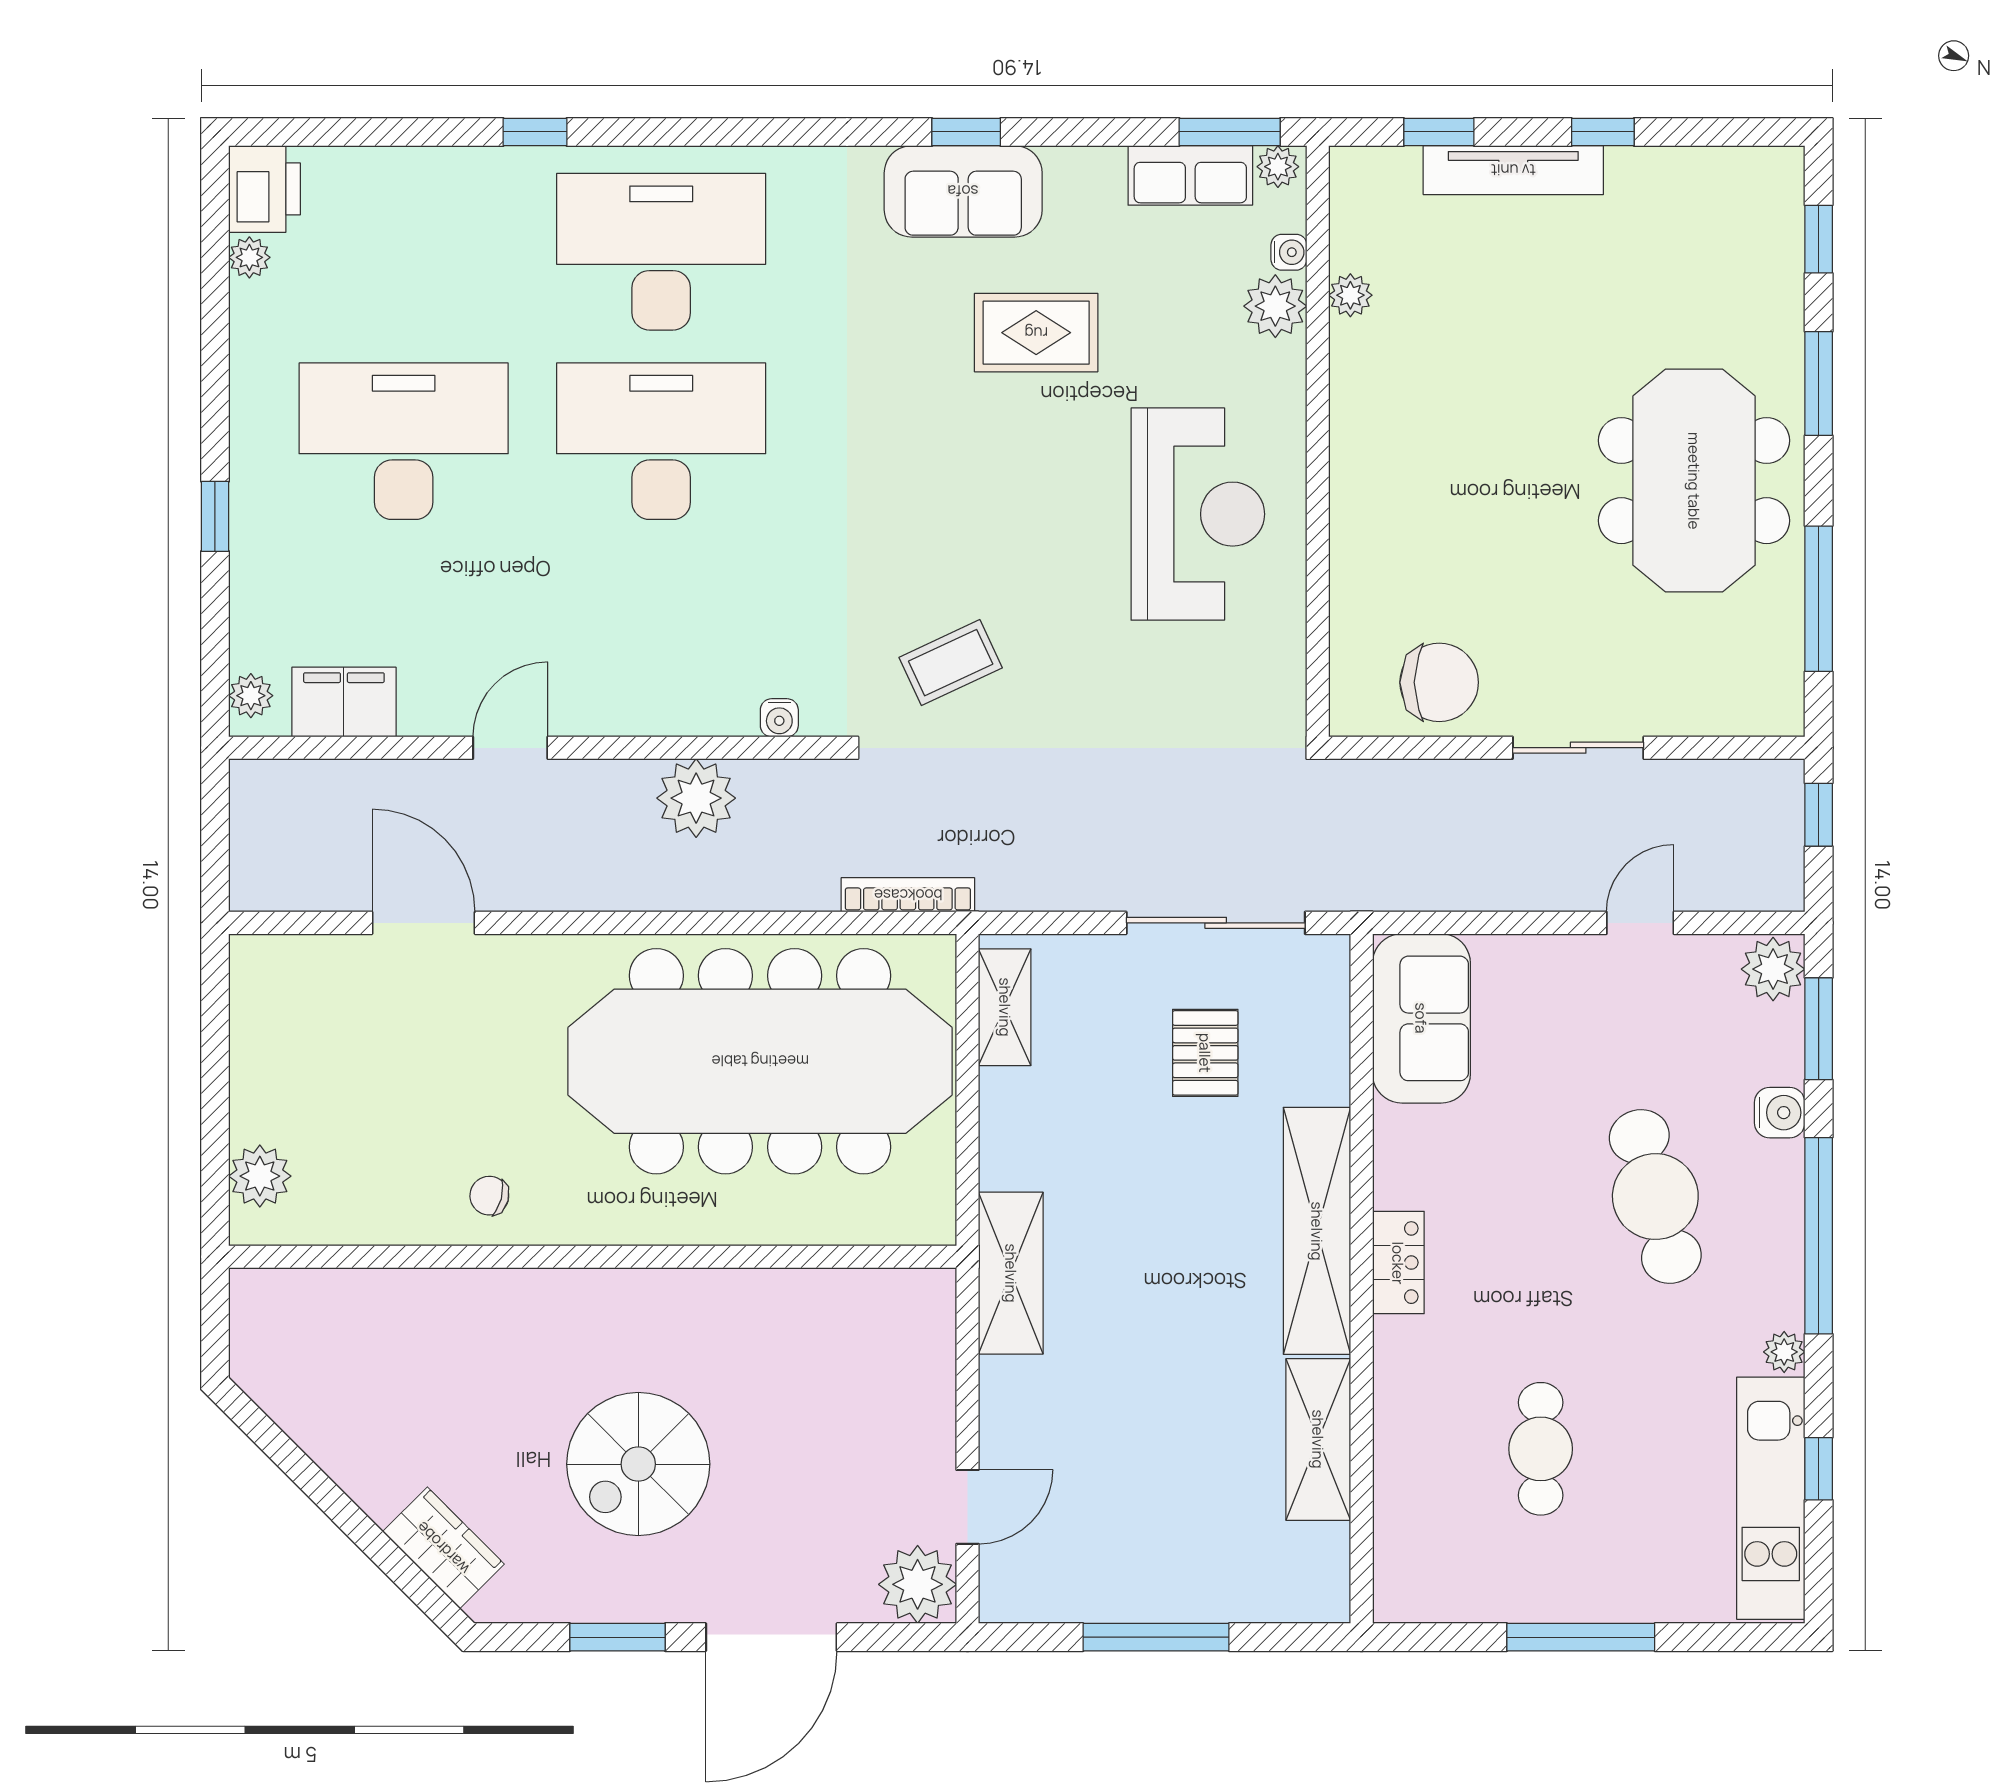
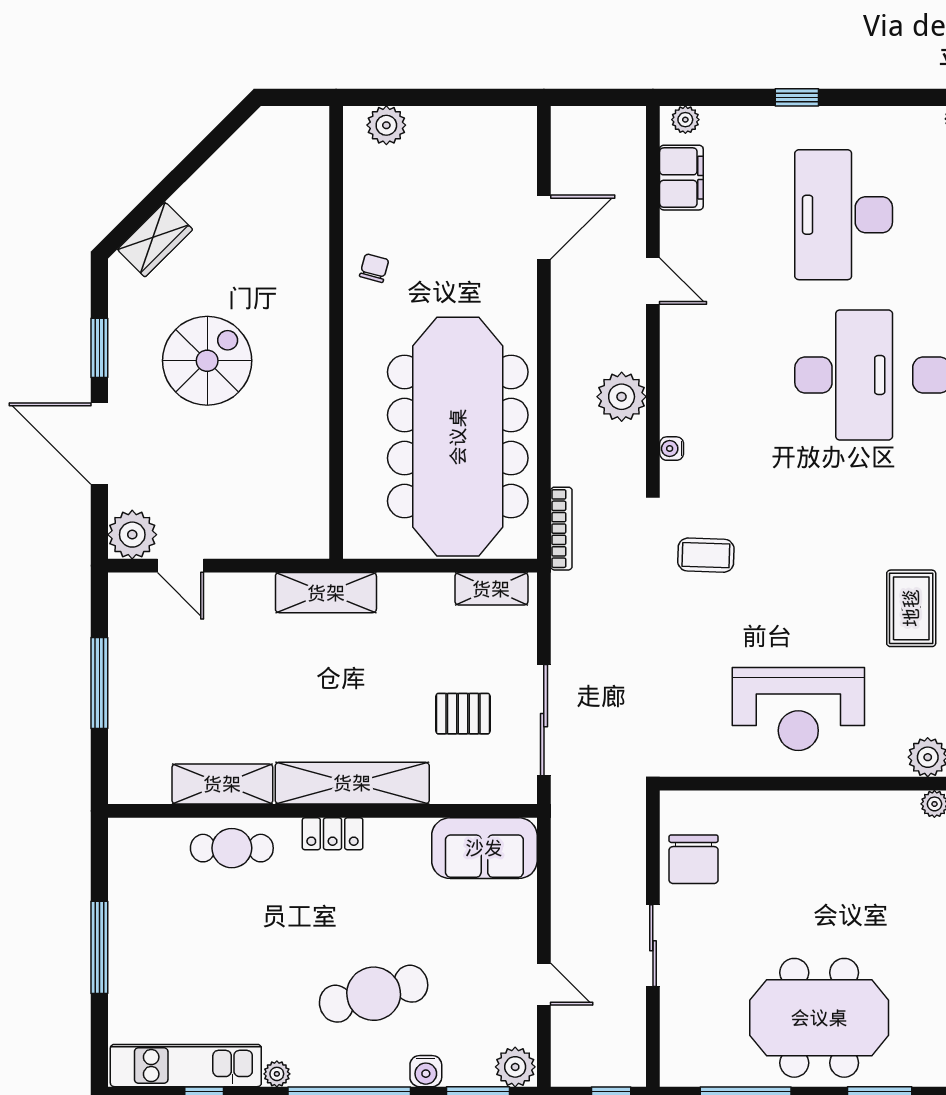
desk: (404, 441) -> (844, 215), turned 180
coffee table: (951, 663) -> (706, 555), turned -63
cafe table: (1541, 1449) -> (232, 848), moved
spiral stairs: (638, 1464) -> (207, 361), turned 90

